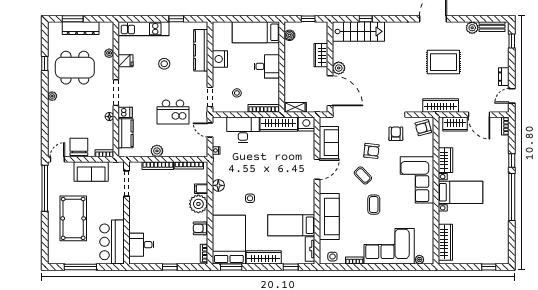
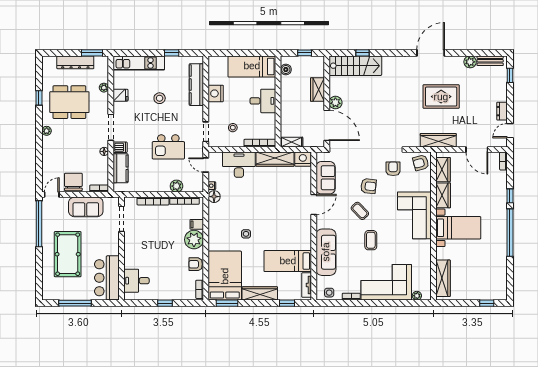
window: (73, 19) -> (92, 53), moved
wardrobe: (455, 124) -> (443, 170), moved, turned -90
plant: (157, 151) -> (176, 186), moved
floor lamp: (218, 185) -> (214, 197), moved

